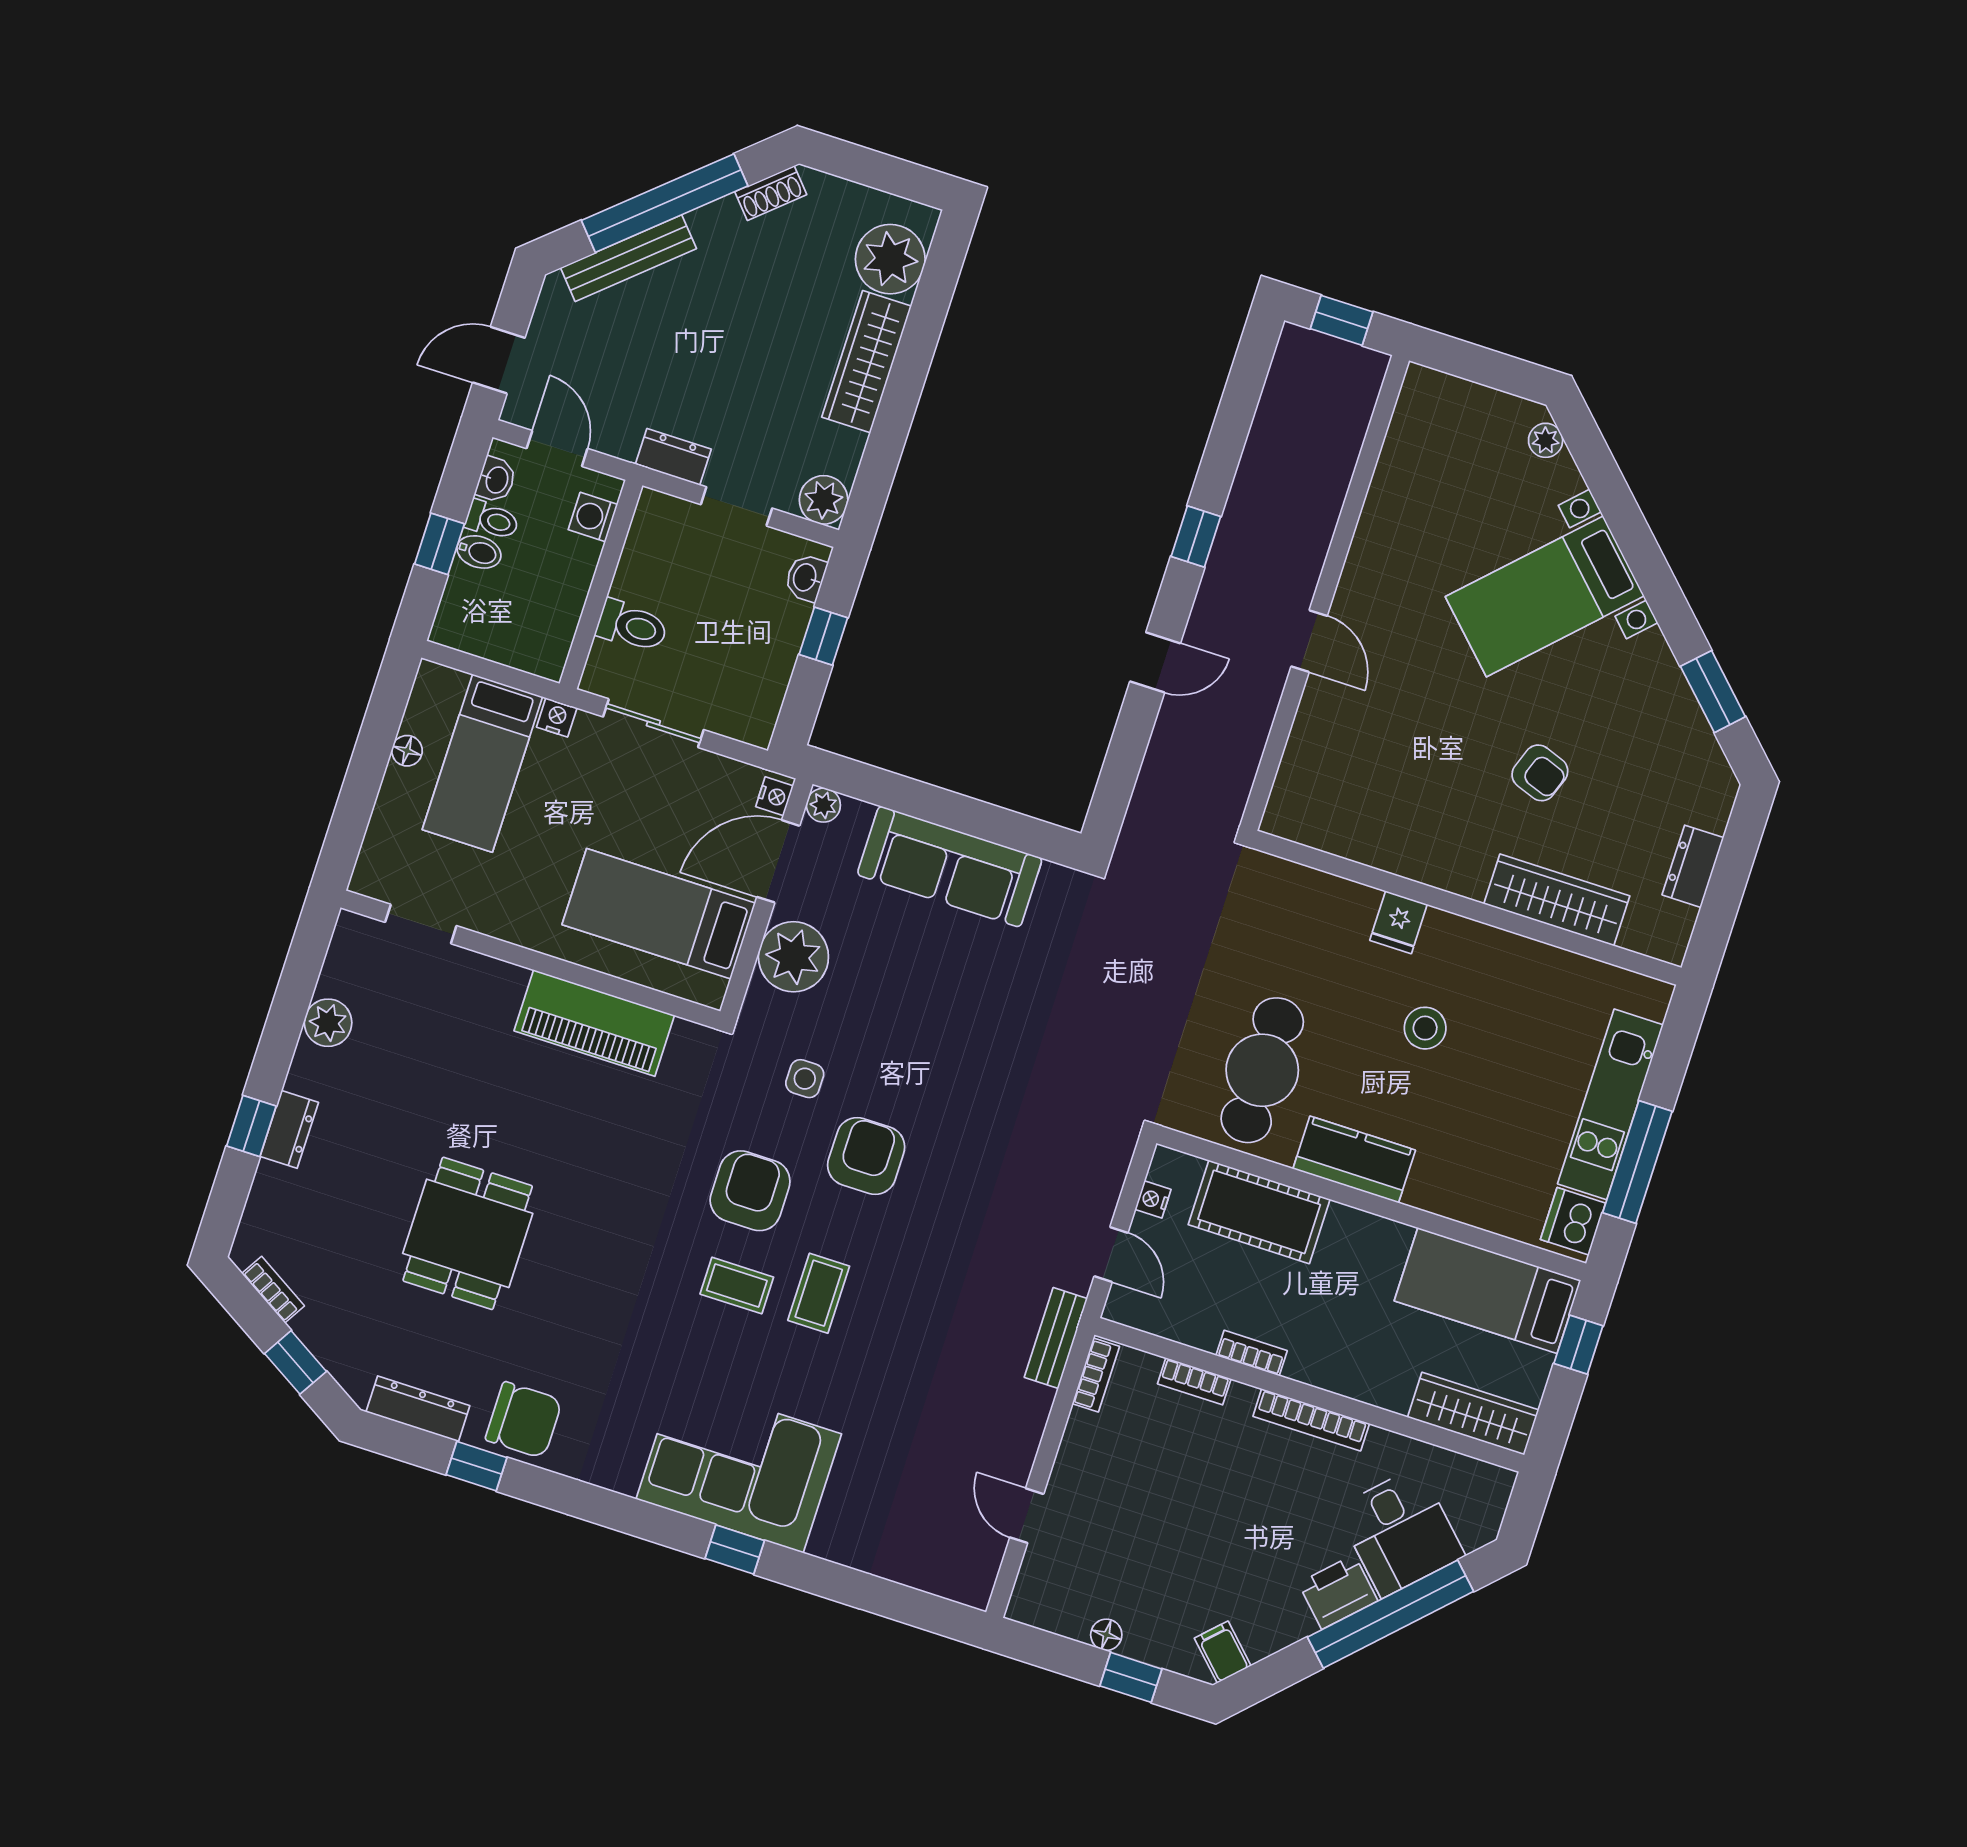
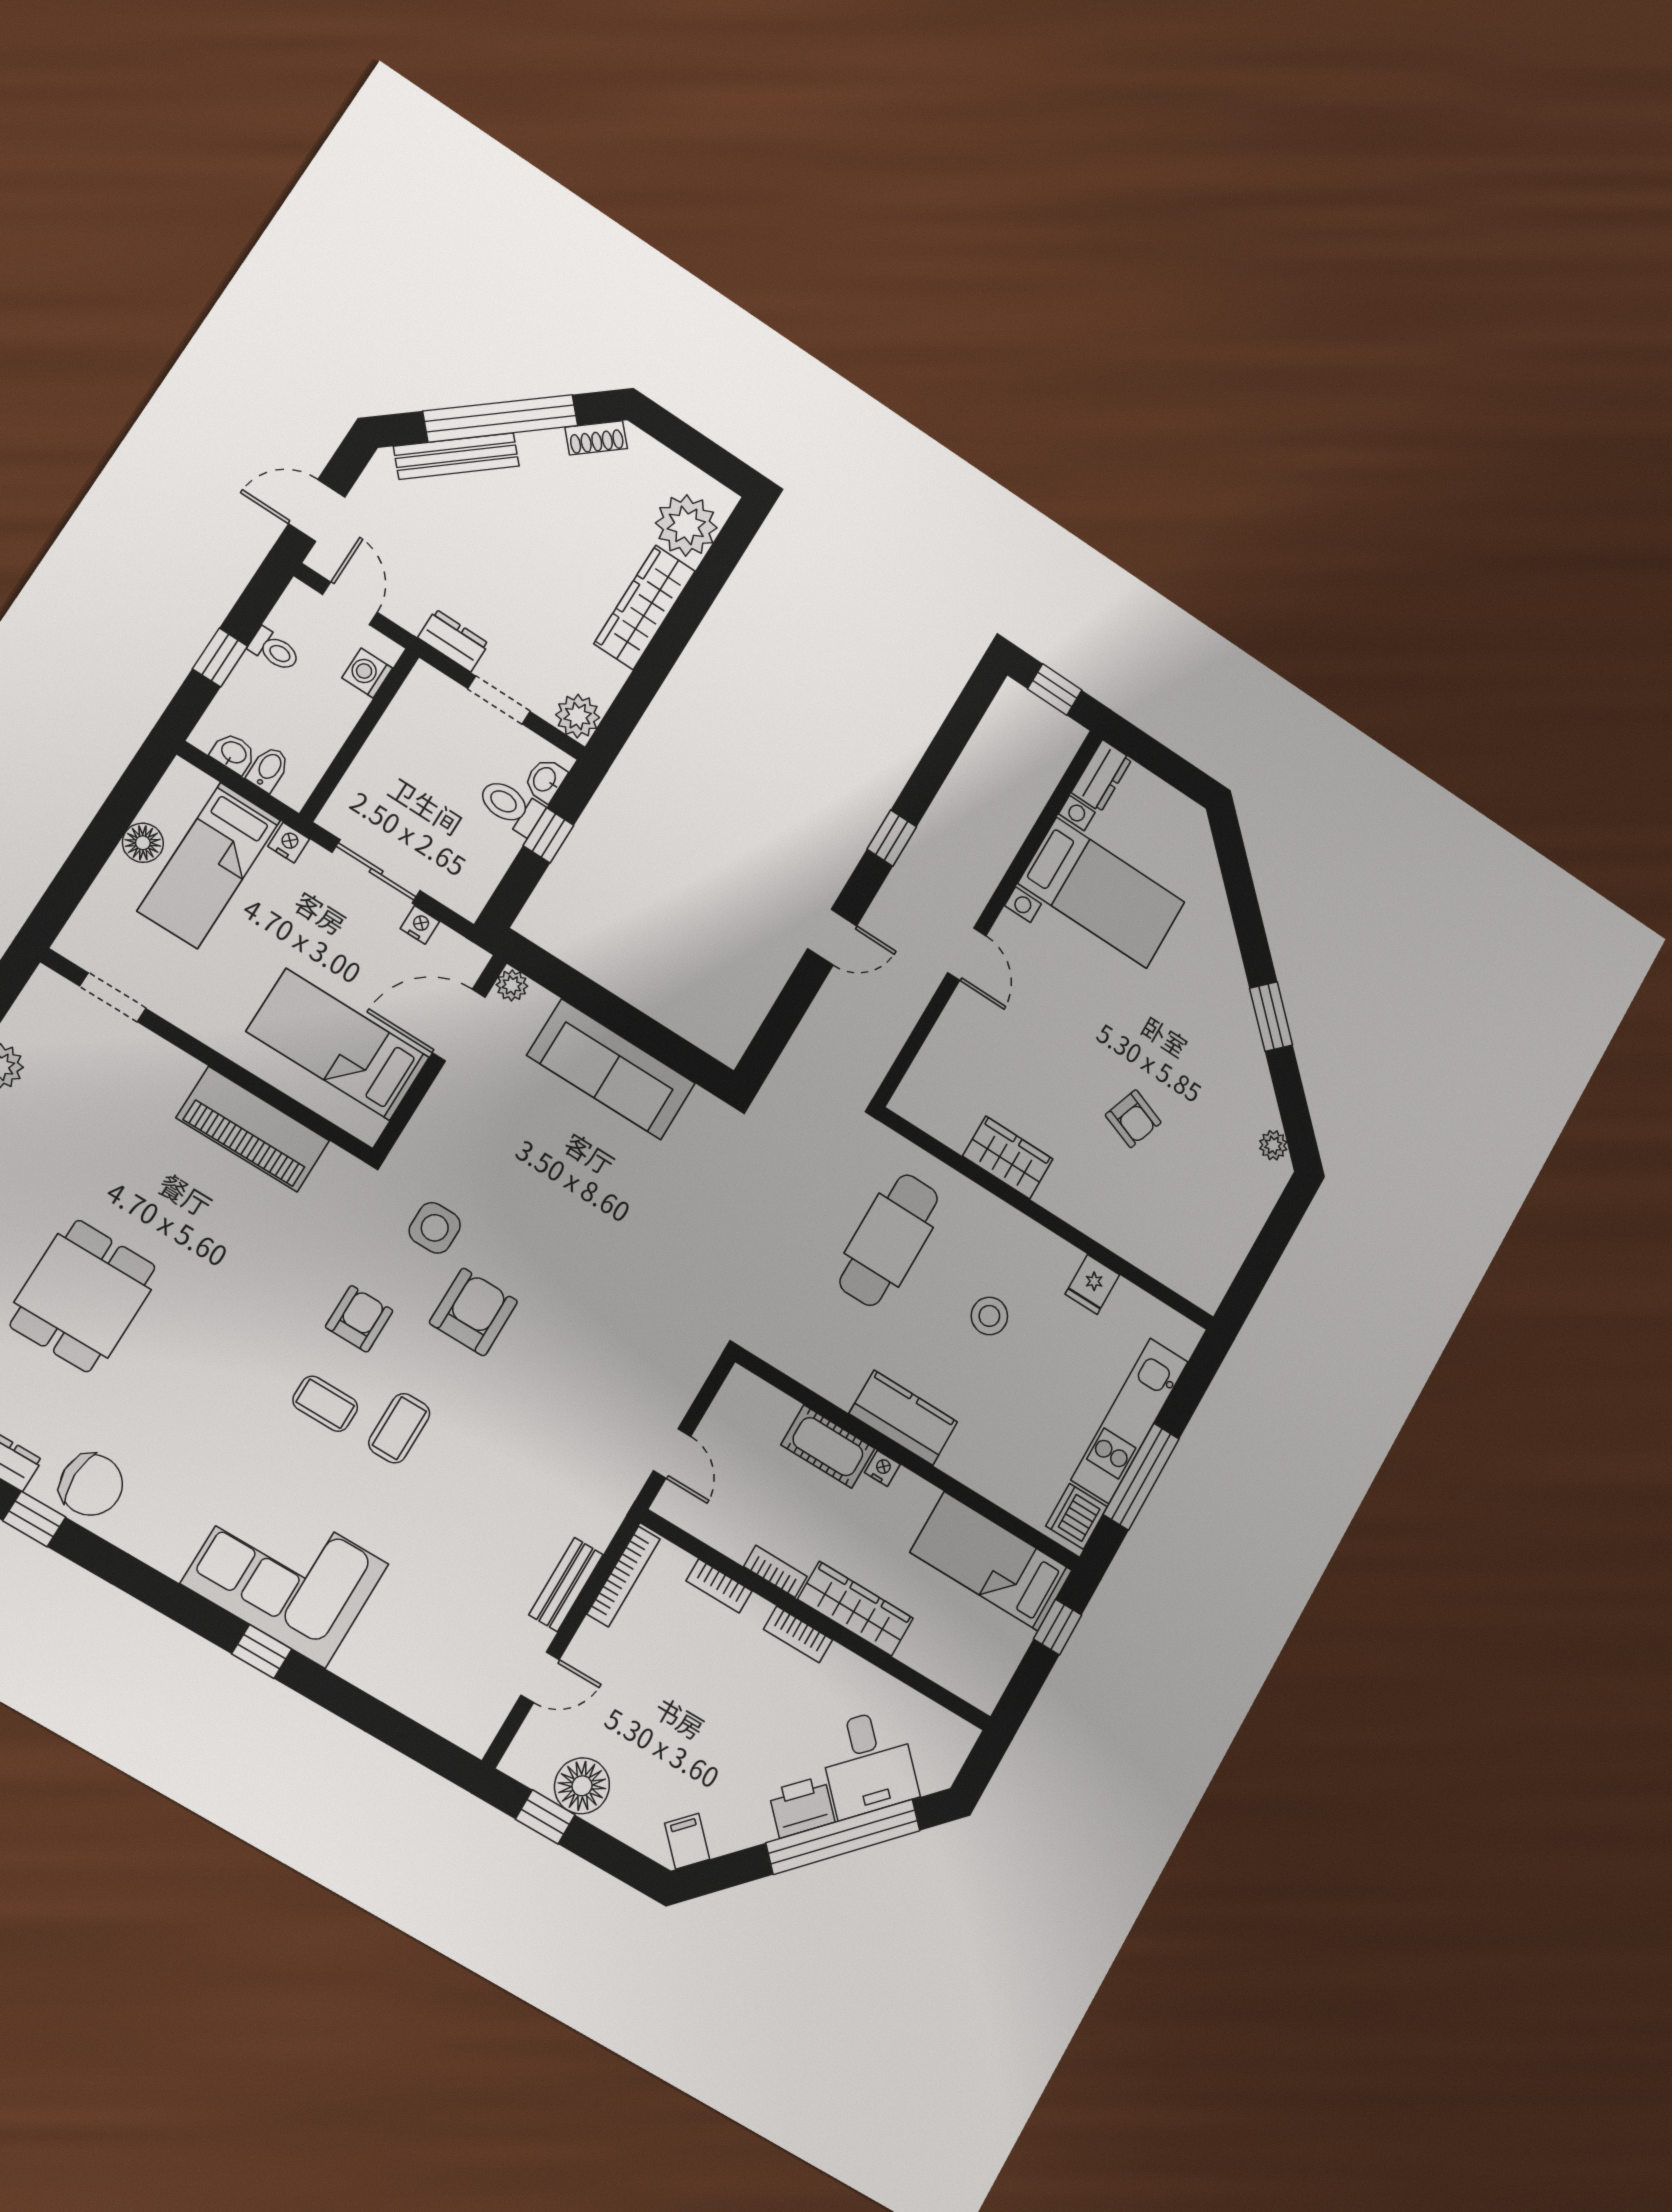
plant: (1546, 440) -> (1273, 1145), moved
washbasin: (496, 480) -> (233, 753), moved, turned -90
bidet: (479, 552) -> (268, 769), moved, turned -90
bed with nightstands: (1545, 596) -> (1101, 893), moved, turned -135
toilet: (632, 626) -> (511, 806), moved, turned 180
window: (1713, 692) -> (1271, 1017), moved
floor lamp: (407, 751) -> (143, 843), width x1.37, depth x1.37
nightstand: (774, 796) -> (420, 925), moved, turned -90
dresser: (1693, 866) -> (1102, 776), moved, turned 180
wardrobe: (1557, 900) -> (1008, 1158), moved, width x0.67
fridge: (1398, 922) -> (1092, 1284), moved
plant: (793, 957) -> (452, 1115), removed
cafe table: (1262, 1070) -> (889, 1240), moved
side table: (805, 1079) -> (435, 1228), width x1.37, depth x1.37
armchair: (750, 1191) -> (359, 1319), width x0.72, depth x0.72
nightstand: (1153, 1199) -> (882, 1468), moved, turned 90
cot: (1259, 1212) -> (828, 1447), width x0.73, depth x0.75
bench: (1056, 1338) -> (566, 1585), moved
bookcase: (1096, 1375) -> (624, 1577), width x1.56
wardrobe: (1473, 1414) -> (855, 1609), moved
bookcase: (1311, 1420) -> (798, 1634), width x0.64
door: (1027, 1516) -> (540, 1677), swing flipped
floor lamp: (1106, 1635) -> (582, 1786), width x1.89, depth x1.89
window: (1131, 1677) -> (545, 1817), moved

